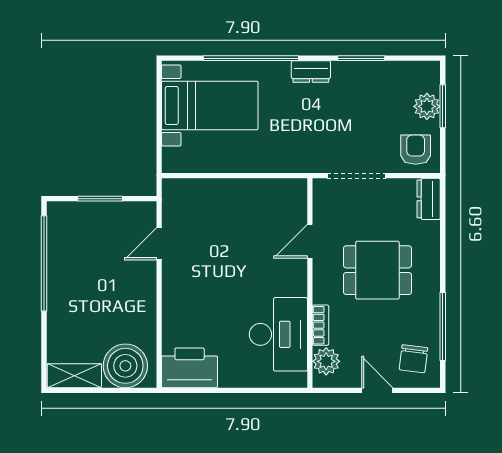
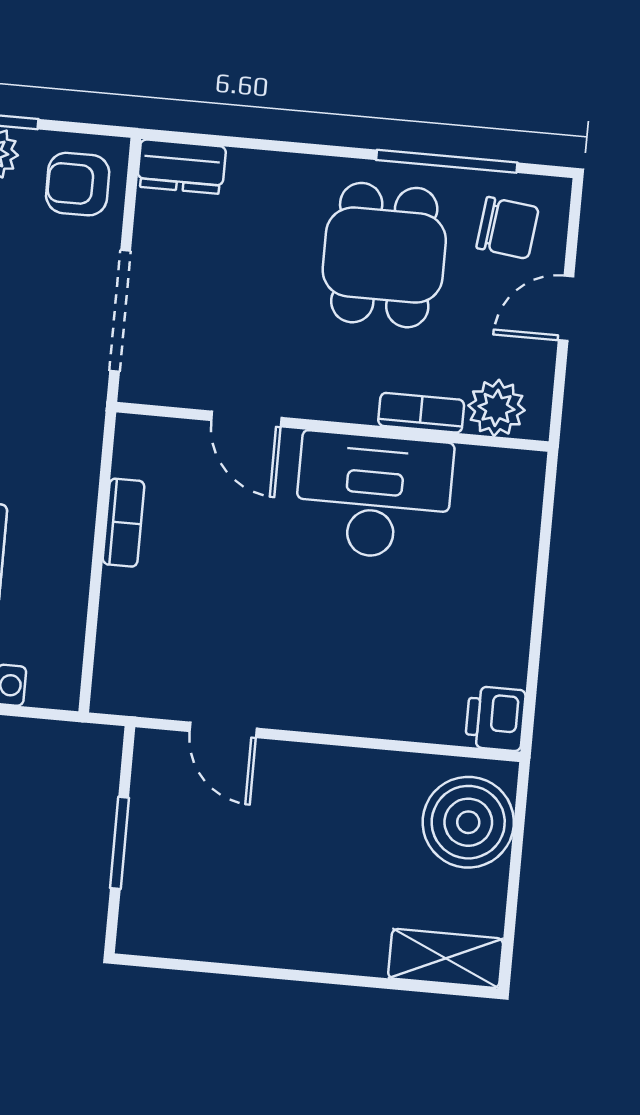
bookcase: (255, 187) -> (124, 523), added
window: (44, 263) -> (242, 970), removed
dining table: (377, 270) -> (384, 255), moved
desk: (278, 334) -> (374, 496), moved
printer: (190, 368) -> (495, 718), width x0.53, depth x0.68
shelving: (74, 376) -> (446, 958), moved, turned 90

